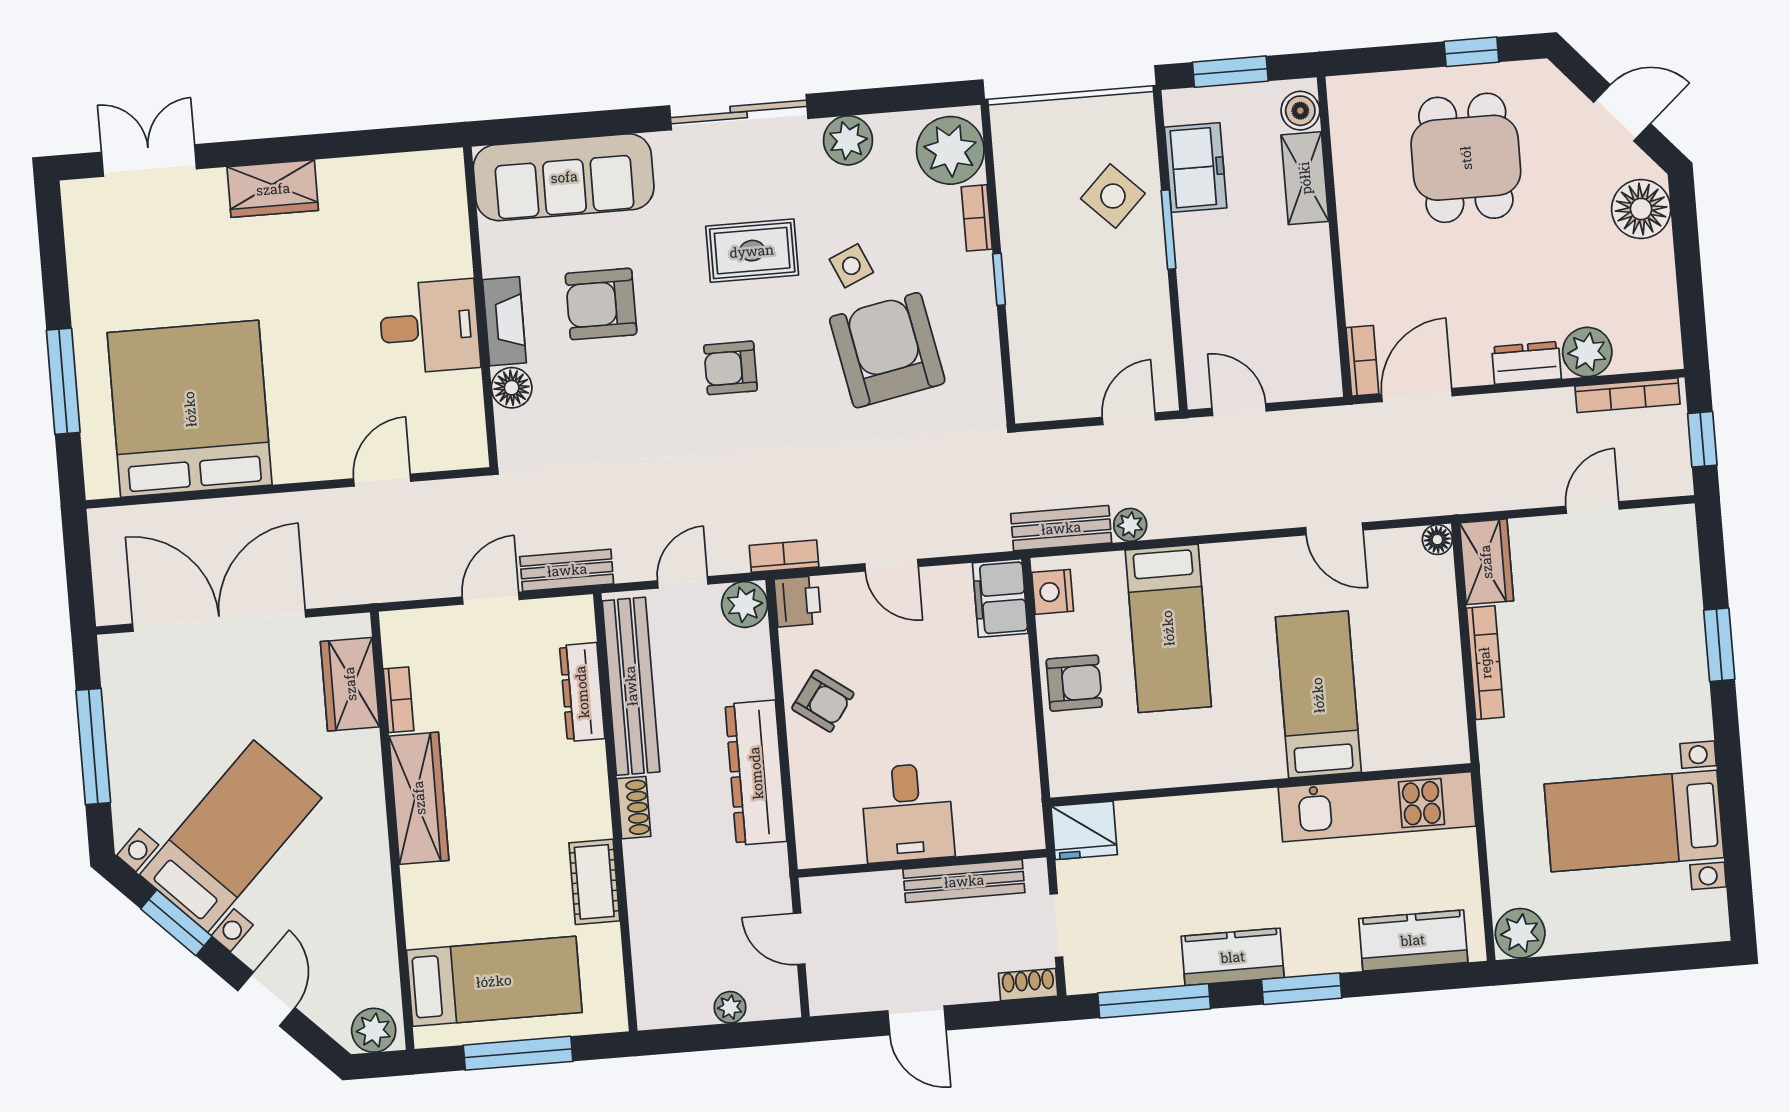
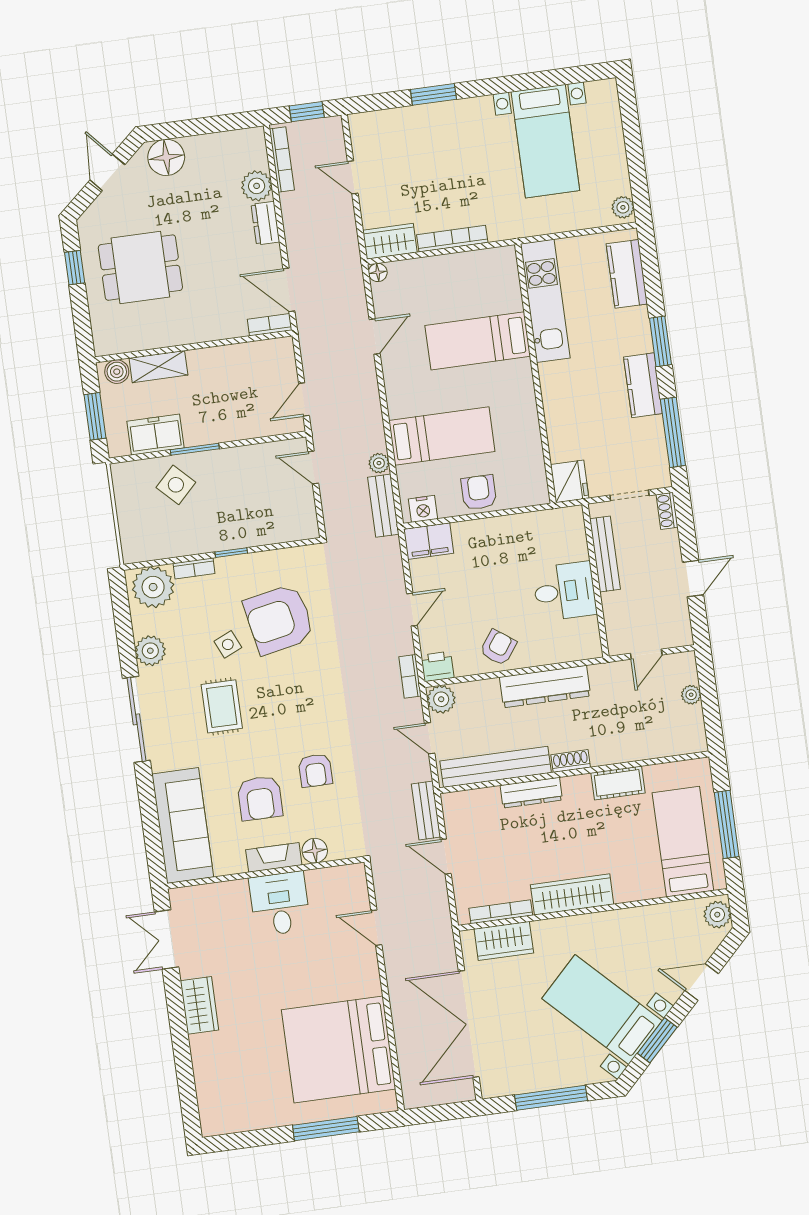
double door: (149, 161) -> (167, 939), moved
armchair: (731, 368) -> (315, 770), moved
dresser: (582, 692) -> (531, 793), moved
bookcase: (399, 700) -> (501, 912), width x1.56
plant: (1520, 933) -> (623, 207), width x0.73, depth x0.73

